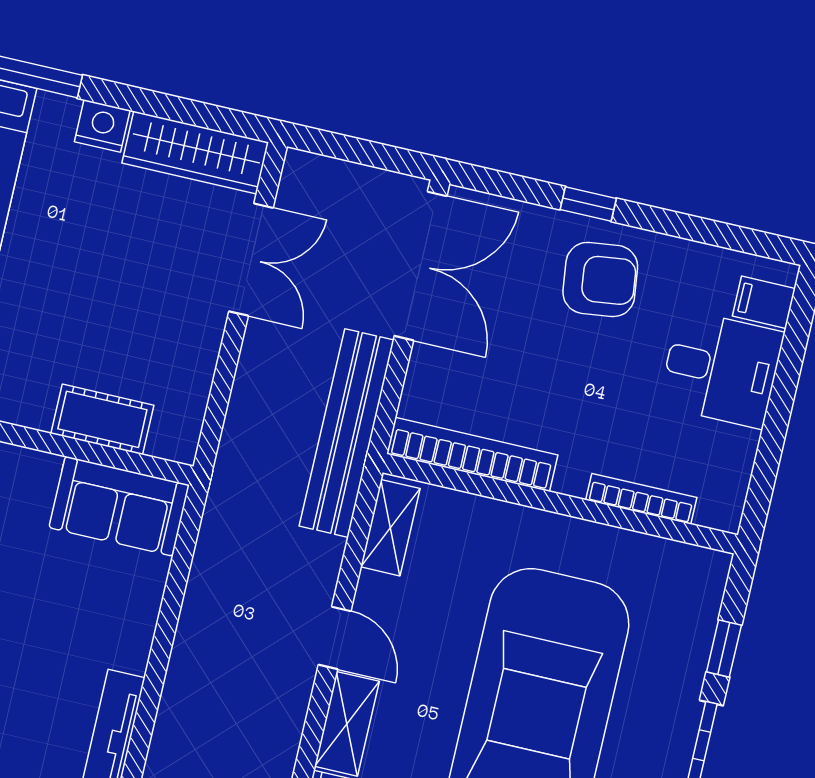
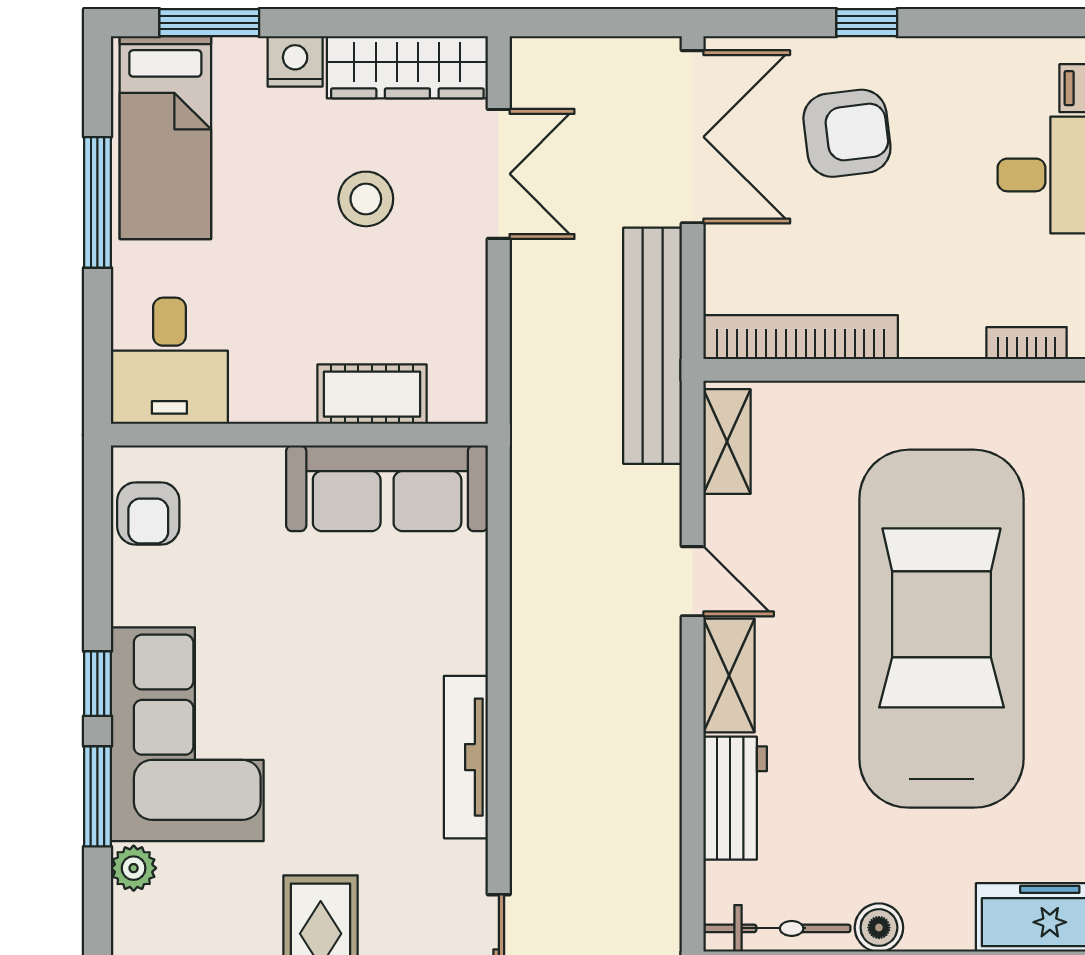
stool: (135, 255) -> (366, 199), added
armchair: (600, 279) -> (847, 133), moved
bookcase: (641, 499) -> (1027, 343), width x0.64
sofa: (119, 506) -> (387, 488), width x1.36

